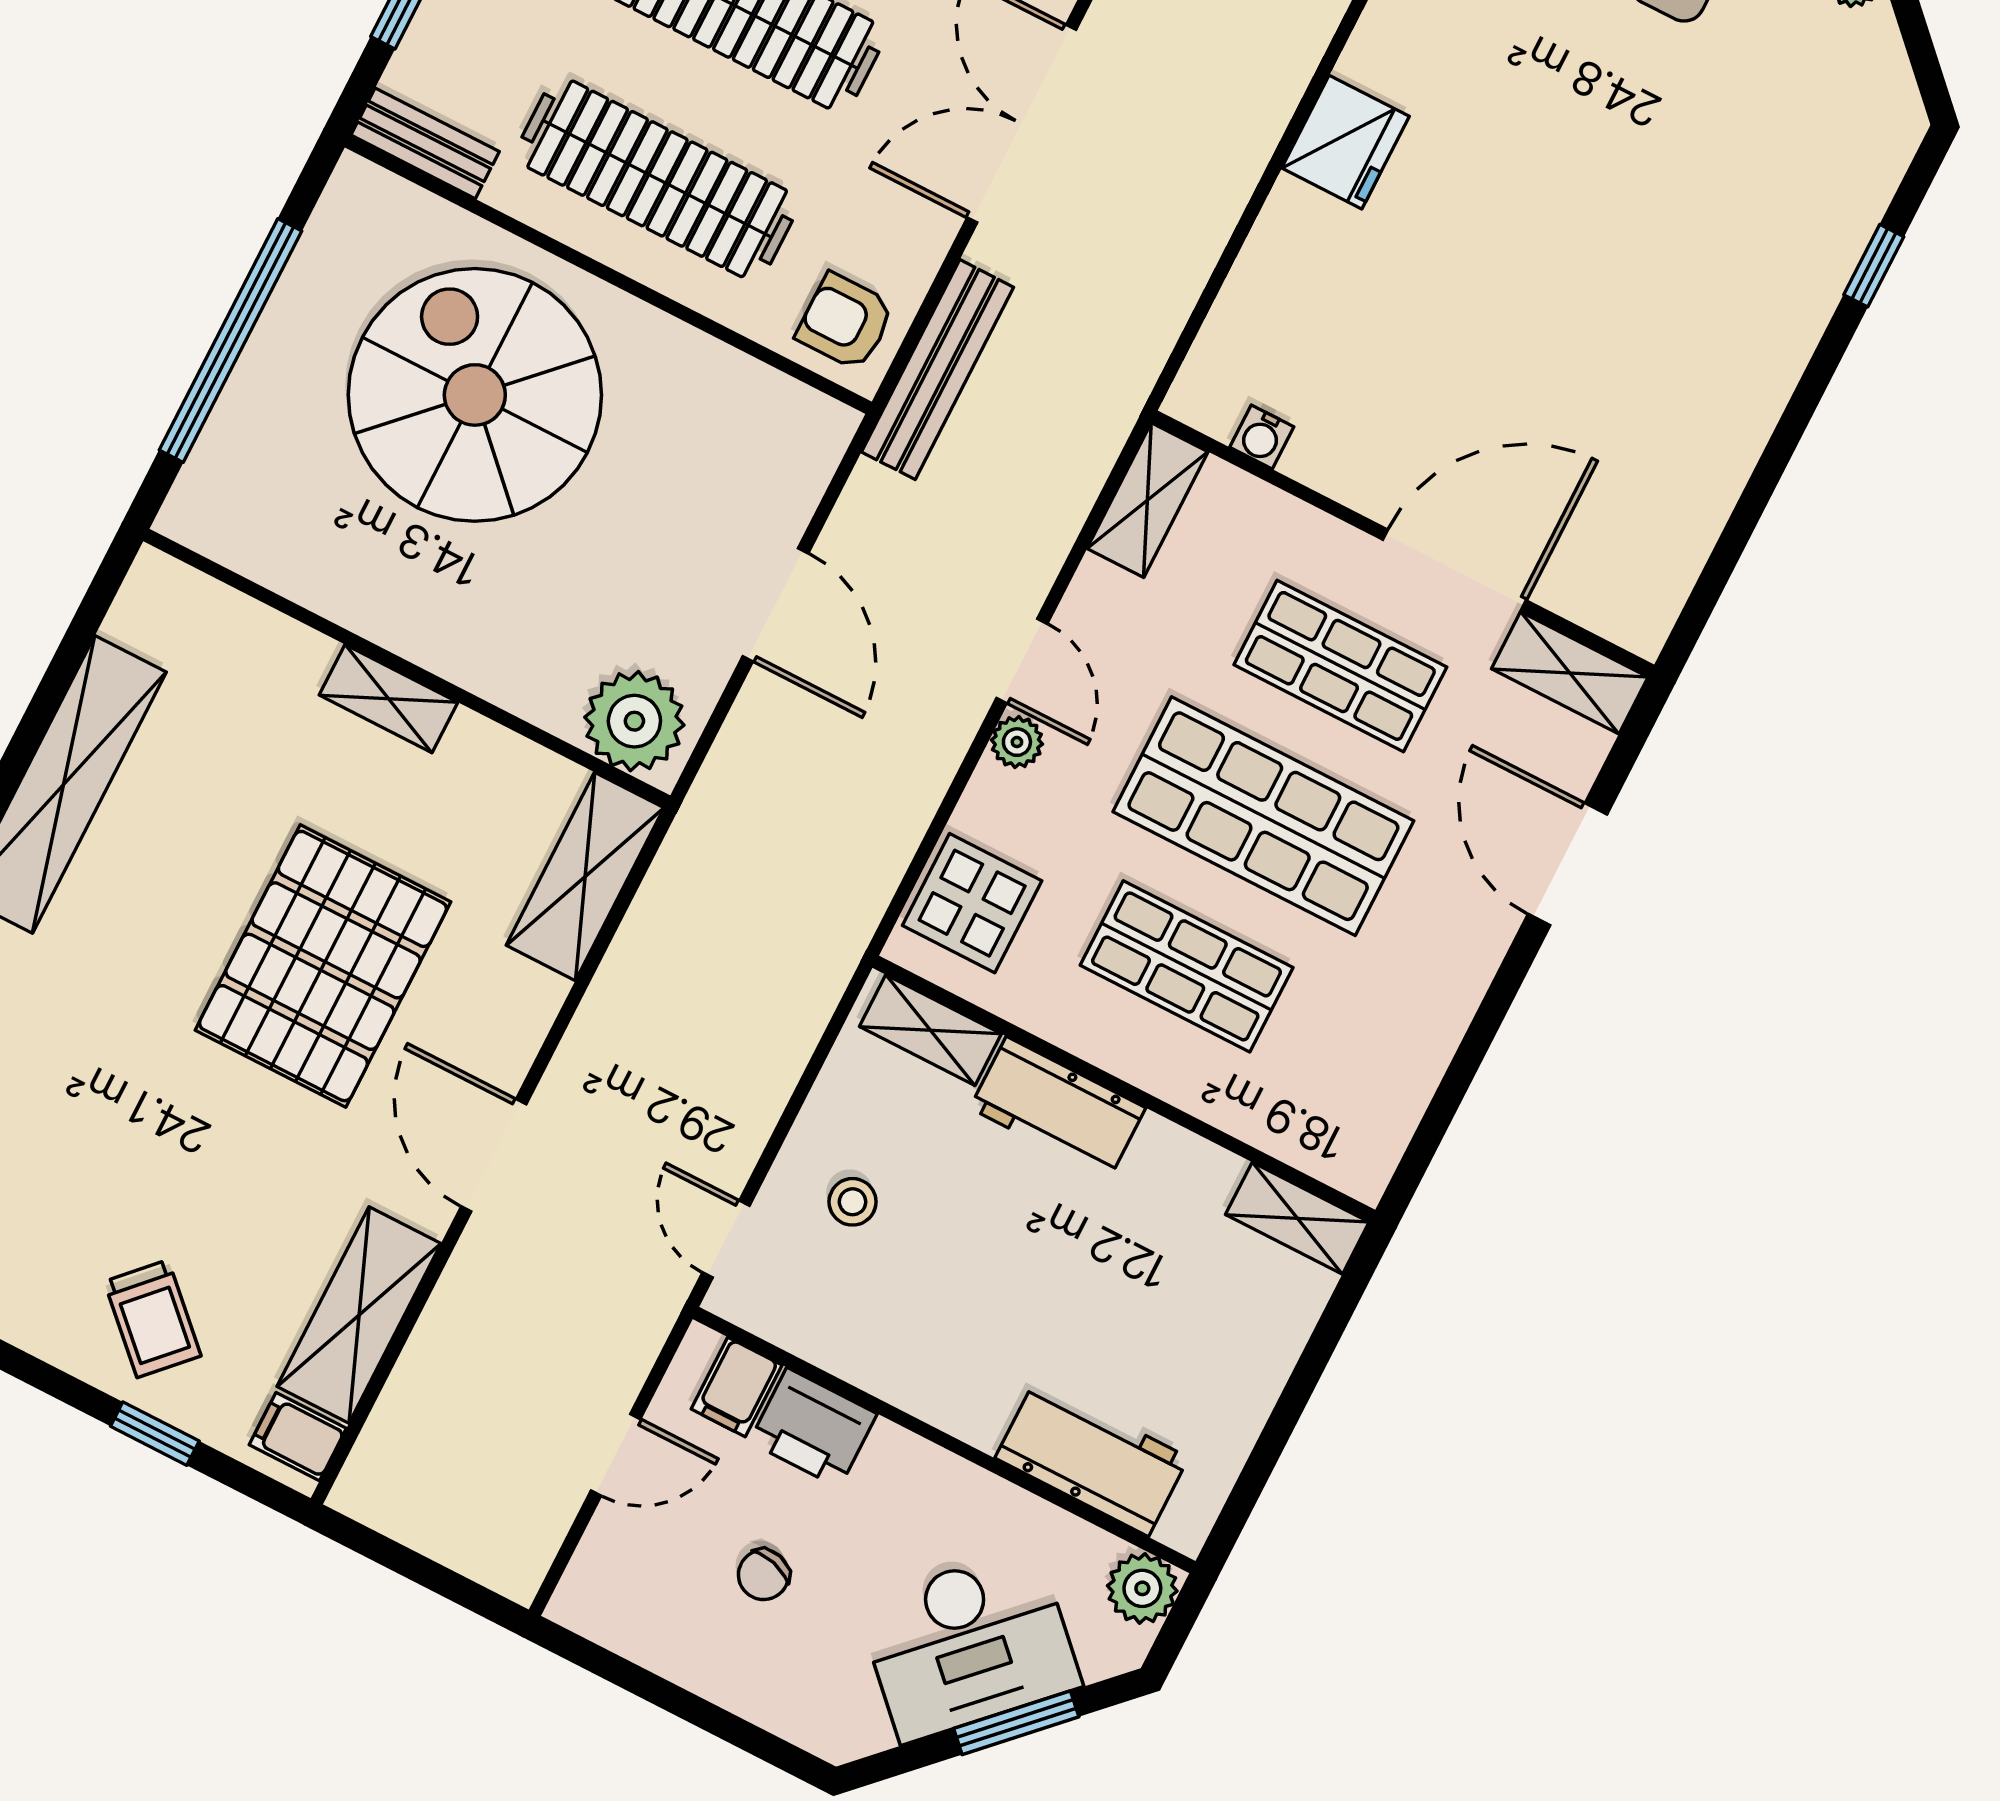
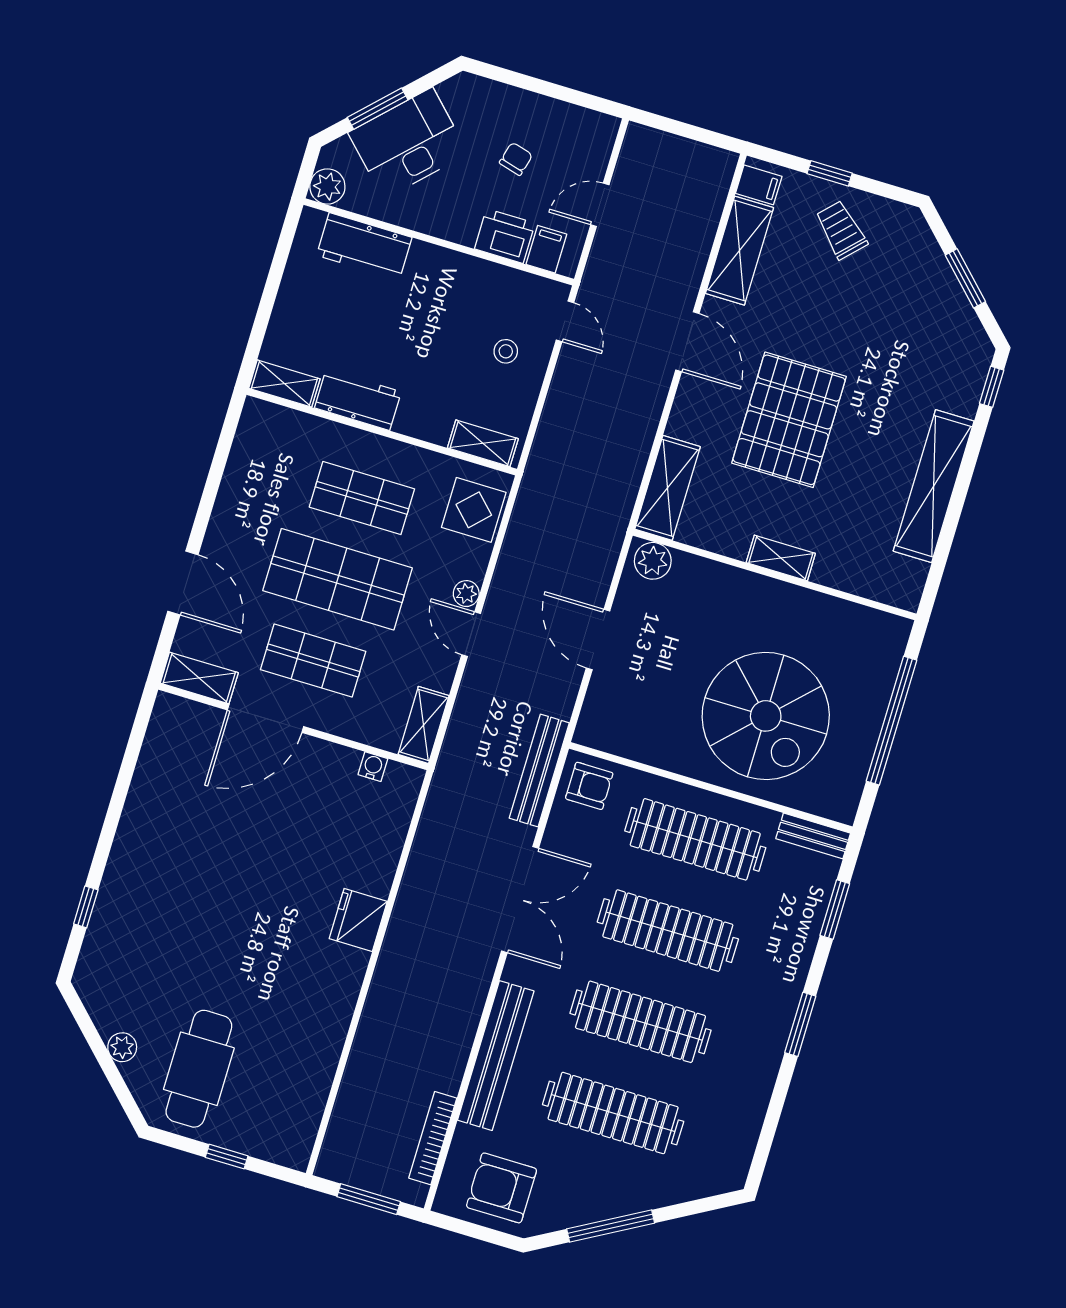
plant: (634, 721) -> (653, 561), width x0.73, depth x0.73
workbench: (1058, 1108) -> (358, 400), moved

